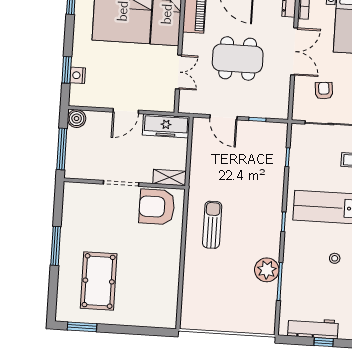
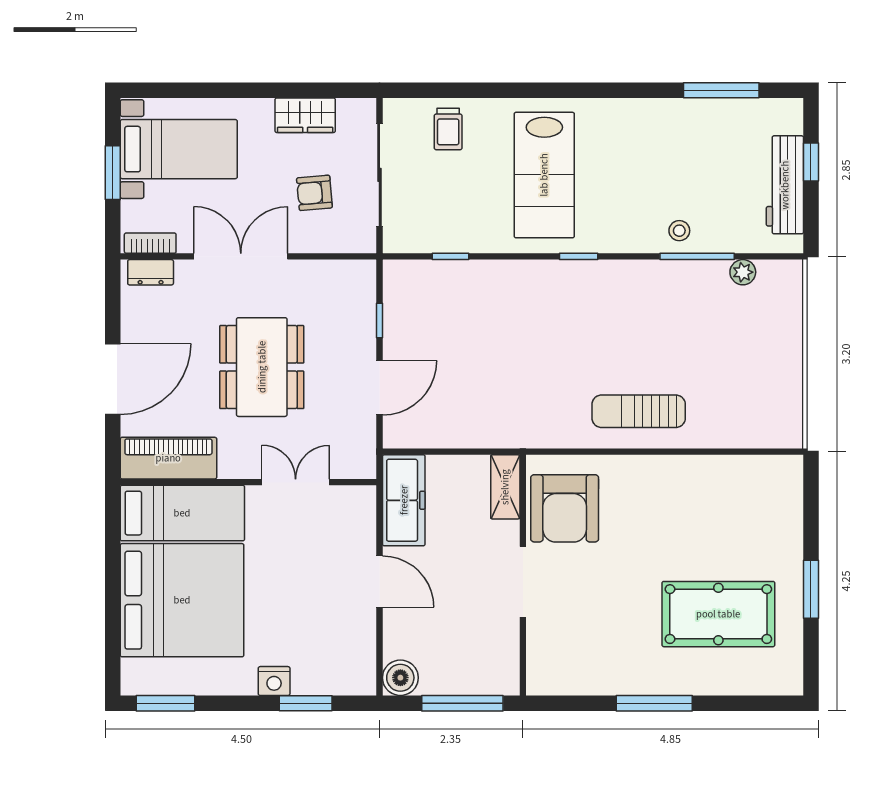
nightstand: (78, 75) -> (274, 681), moved
sun lounger: (212, 225) -> (639, 411), moved
stool: (335, 258) -> (679, 231), moved
plant: (267, 270) -> (743, 272), moved, width x0.53, depth x0.53
window: (82, 327) -> (811, 589), moved

